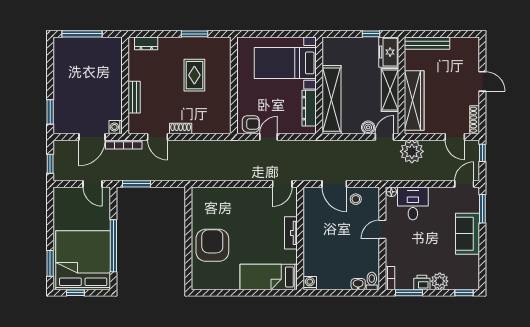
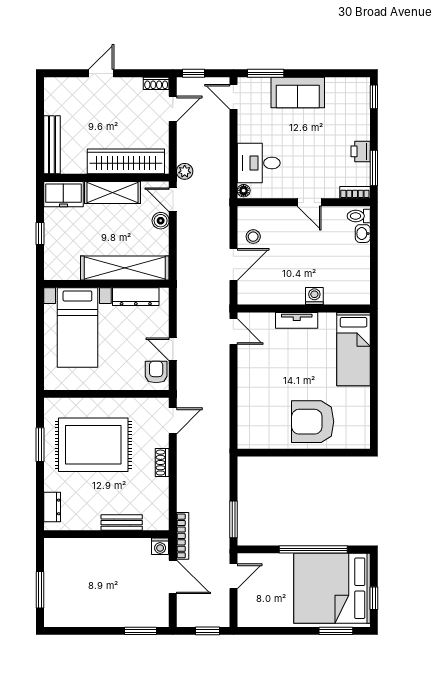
window: (82, 34) -> (40, 590), width x0.69
window: (371, 34) -> (40, 233), moved
rug: (194, 75) -> (93, 445), width x1.86, depth x2.06
shoe rack: (475, 120) -> (156, 83), width x0.70
door: (157, 137) -> (173, 421), moved
plant: (412, 151) -> (185, 171), width x0.53, depth x0.53
door: (382, 229) -> (309, 202), moved
plant: (440, 281) -> (359, 128), removed
washing machine: (310, 283) -> (314, 296), moved, turned 90

